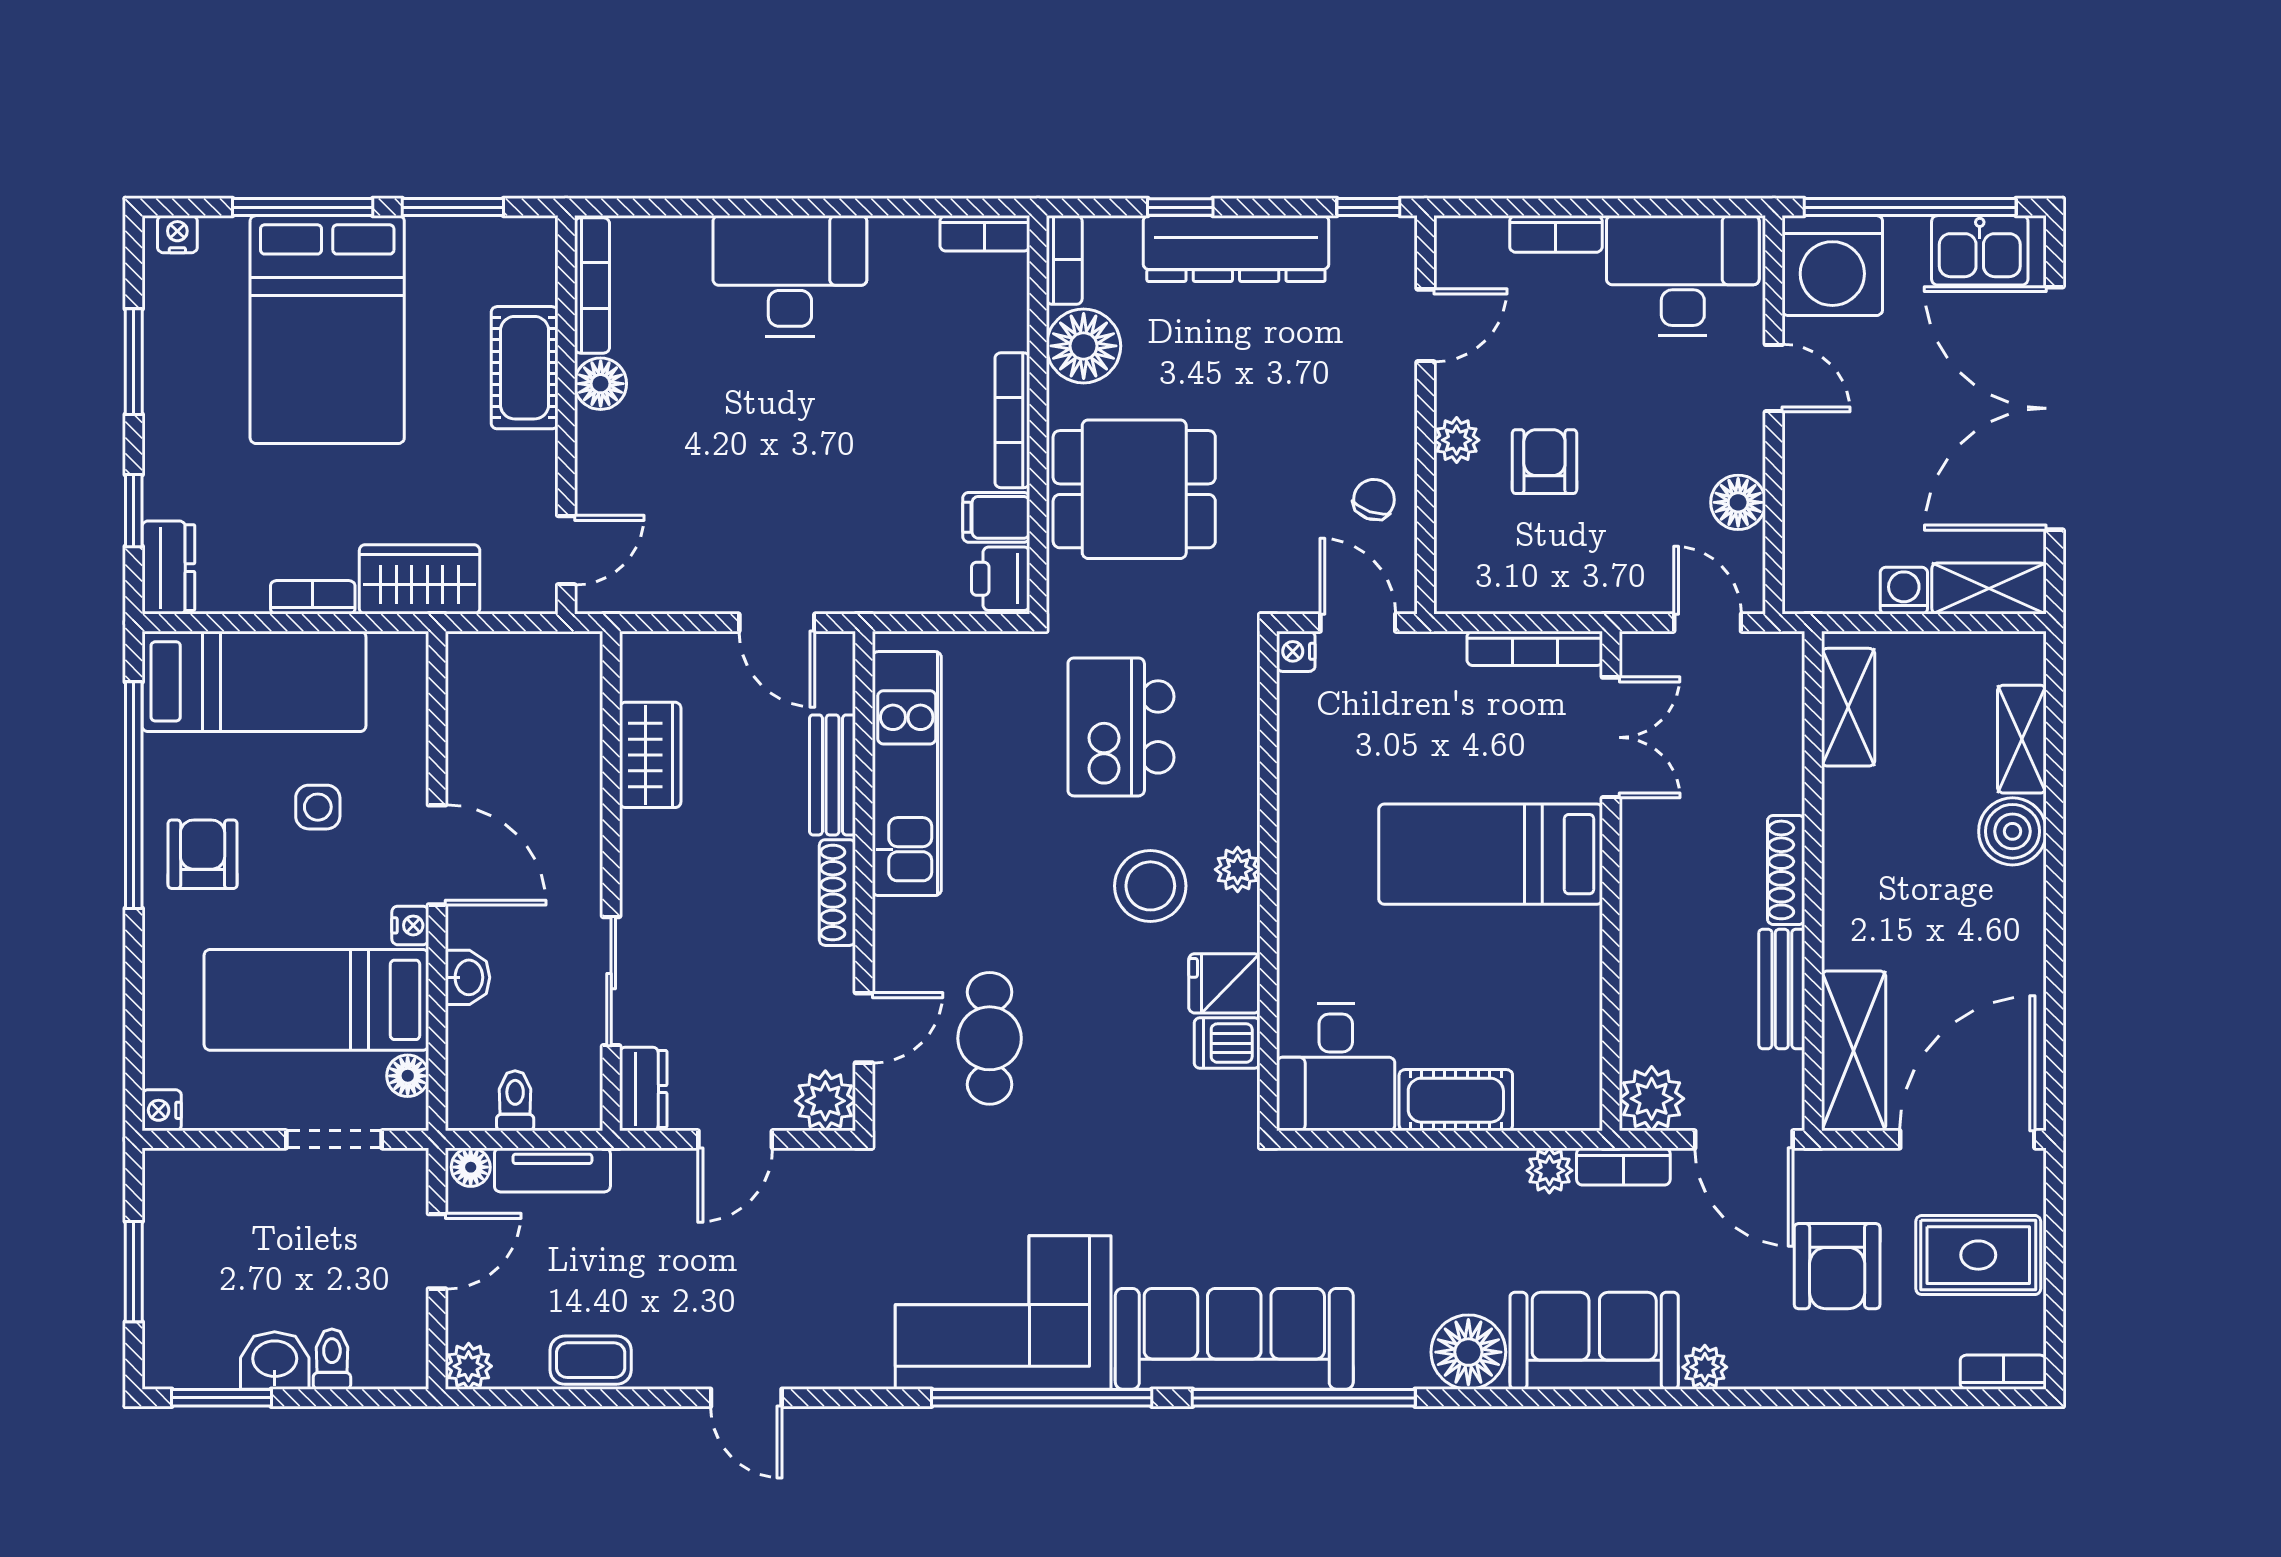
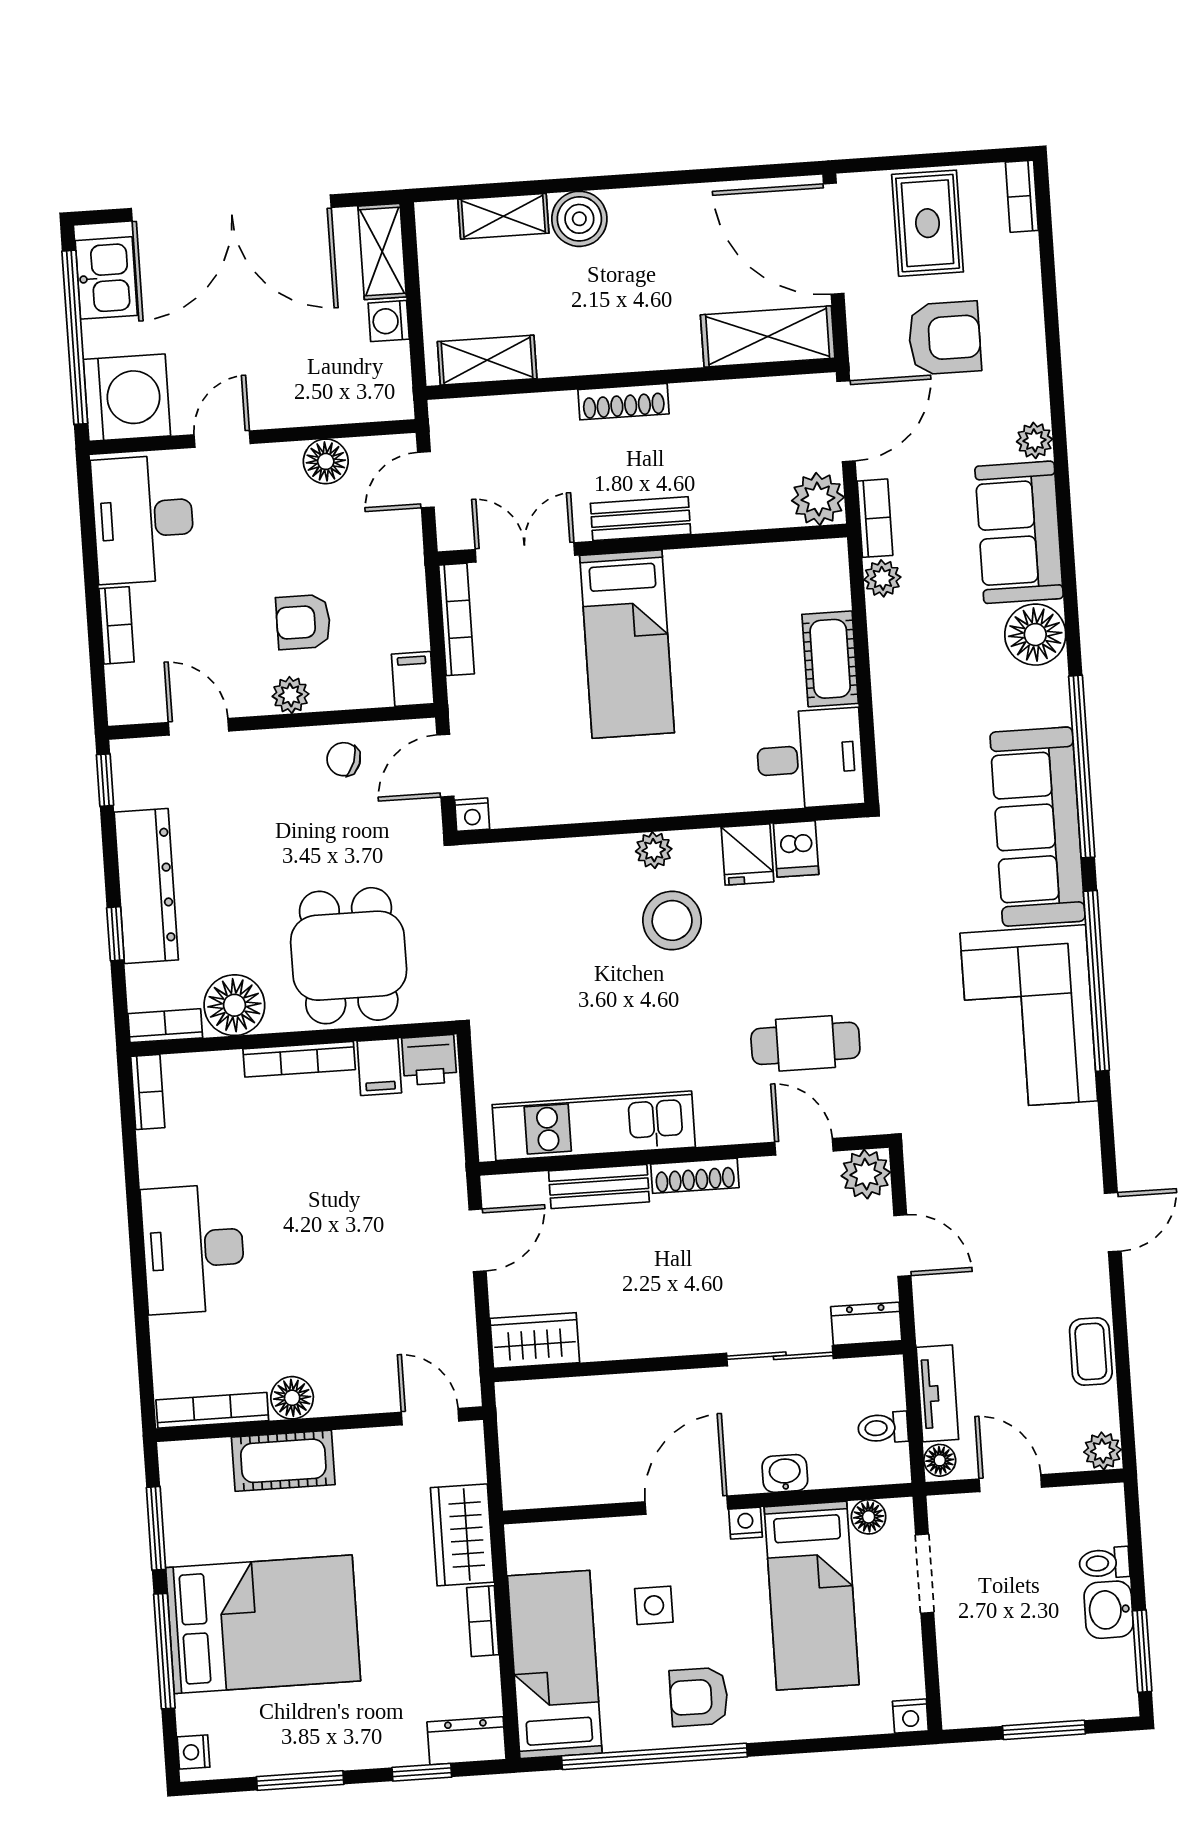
filing cabinet: (1466, 590) -> (413, 679), added
kitchen island: (1121, 727) -> (544, 953), removed
wardrobe: (650, 755) -> (535, 1340), moved
bench: (1782, 989) -> (641, 519), moved

